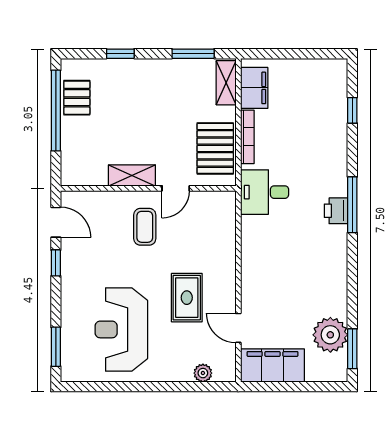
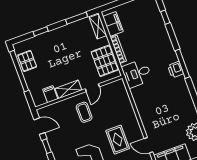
filing cabinet: (96, 172) -> (50, 94), added

